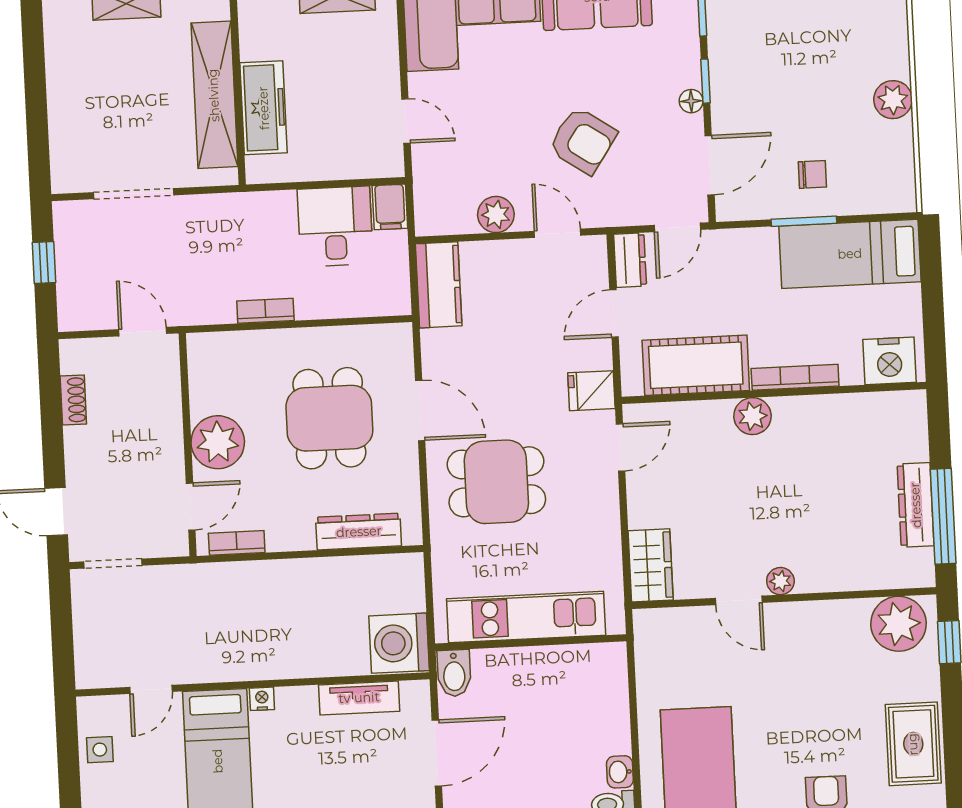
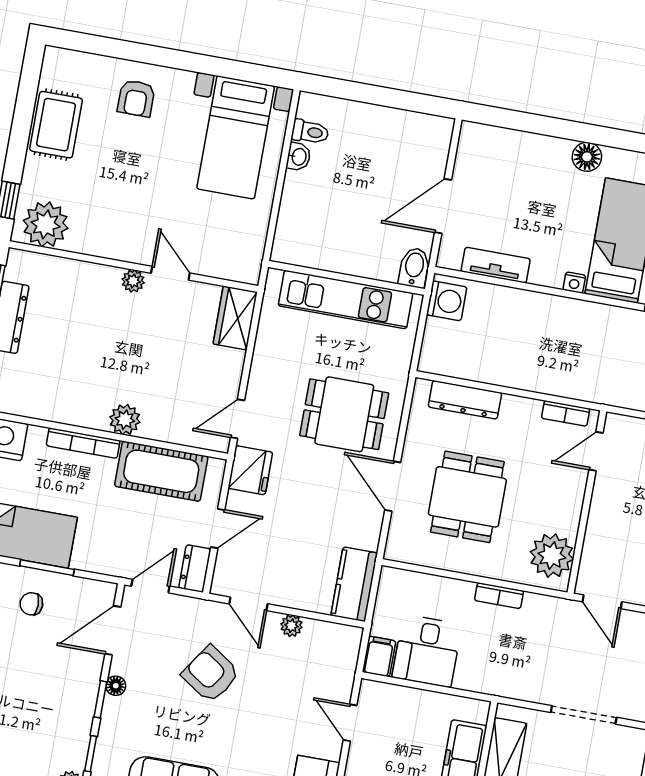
plant: (496, 215) -> (291, 626), width x0.73, depth x0.73
fridge: (591, 391) -> (250, 470), width x1.38
plant: (218, 442) -> (552, 556), moved
washing machine: (399, 643) -> (447, 301), width x0.73, depth x0.73

